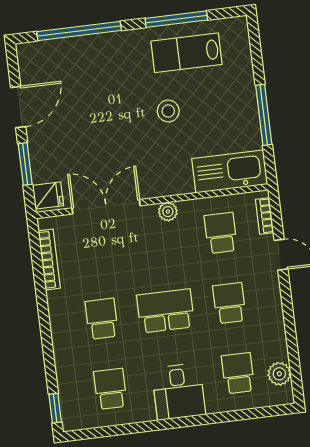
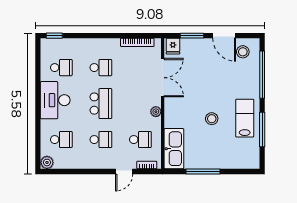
lab bench: (186, 53) -> (245, 118), moved
stool: (43, 70) -> (243, 52), added
plant: (279, 374) -> (47, 162), moved
desk: (179, 392) -> (55, 100), width x1.37

